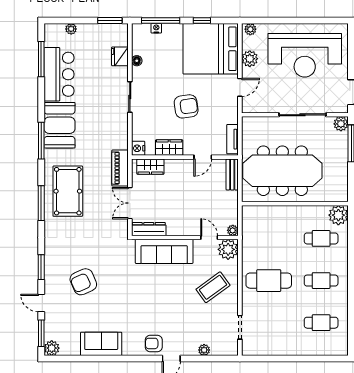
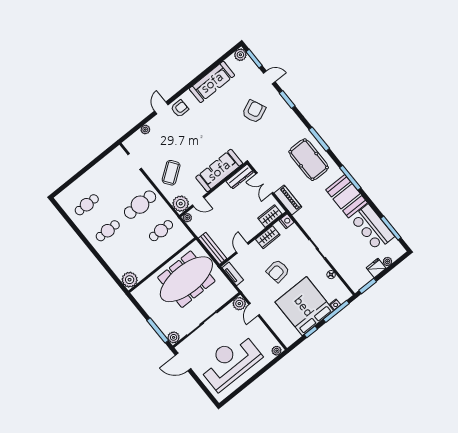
bed: (211, 49) -> (304, 306), moved, turned -90
fridge: (120, 56) -> (376, 268), moved, turned -90
plant: (250, 59) -> (239, 304), moved
bench: (232, 174) -> (213, 248), width x1.36
double door: (130, 203) -> (264, 183), swing flipped
cafe table: (321, 238) -> (161, 231), moved
sofa: (101, 344) -> (212, 82), width x1.36

